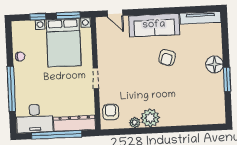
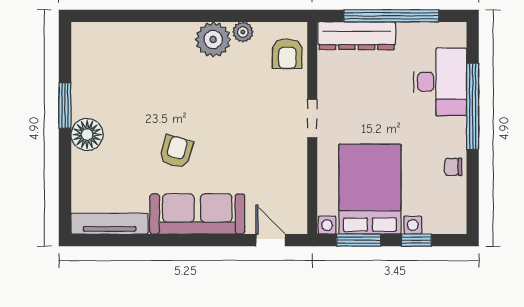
desk: (35, 119) -> (440, 82), moved, turned 90

